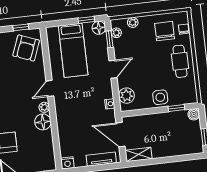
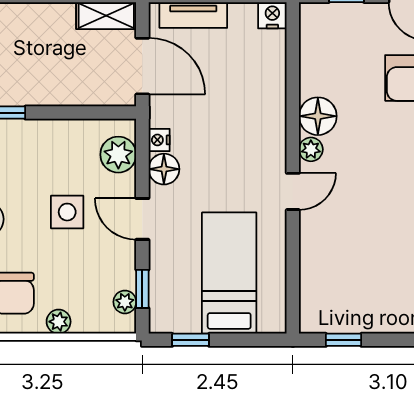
plant: (133, 22) -> (59, 322), moved
floor lamp: (99, 28) -> (164, 169), moved
armchair: (26, 48) -> (337, 291), removed
door: (113, 69) -> (142, 219), hinge flipped
side table: (160, 97) -> (67, 212), moved

